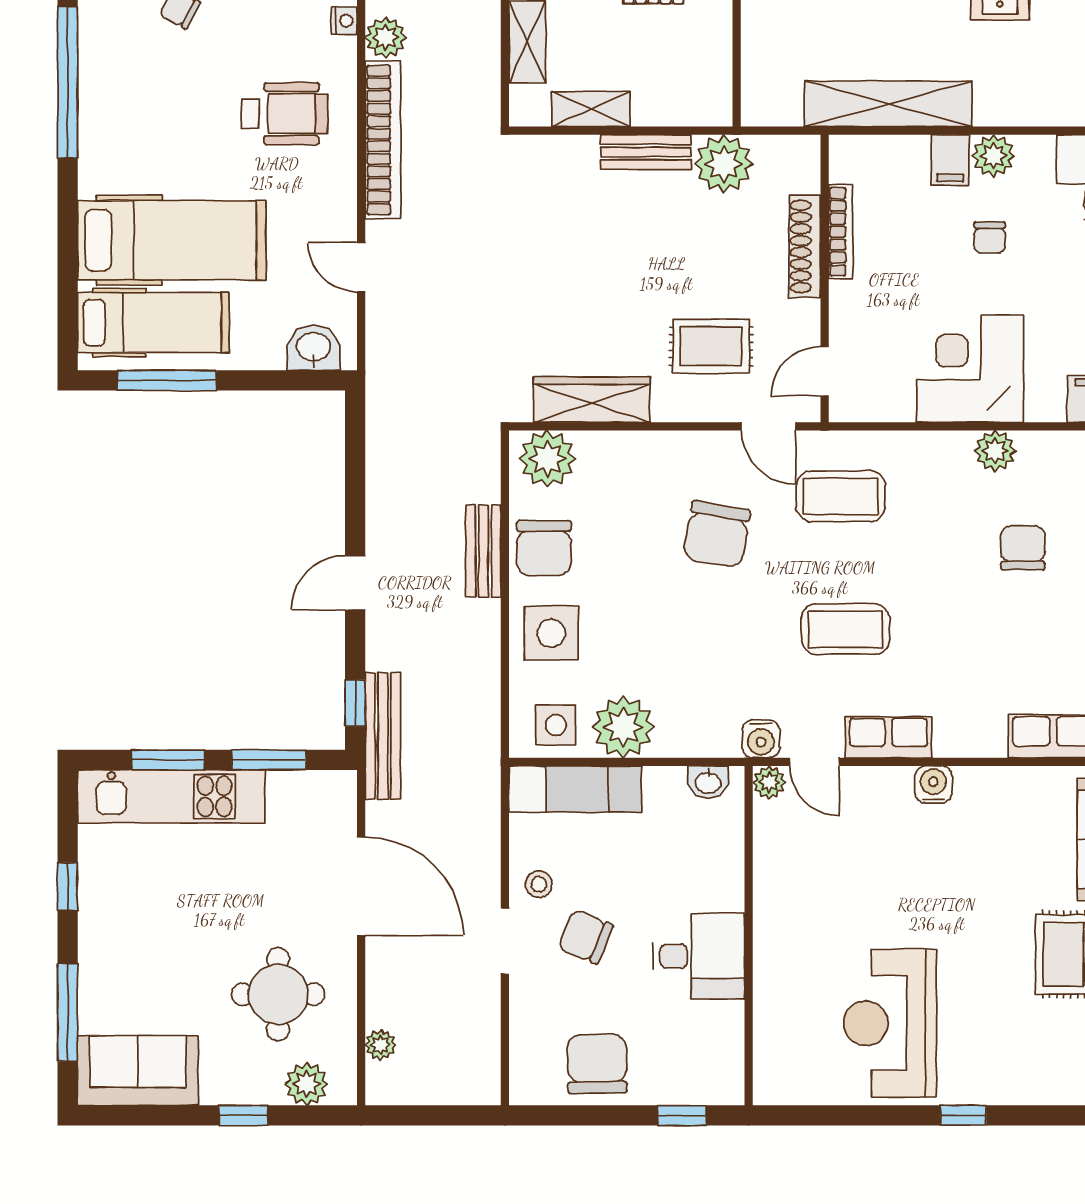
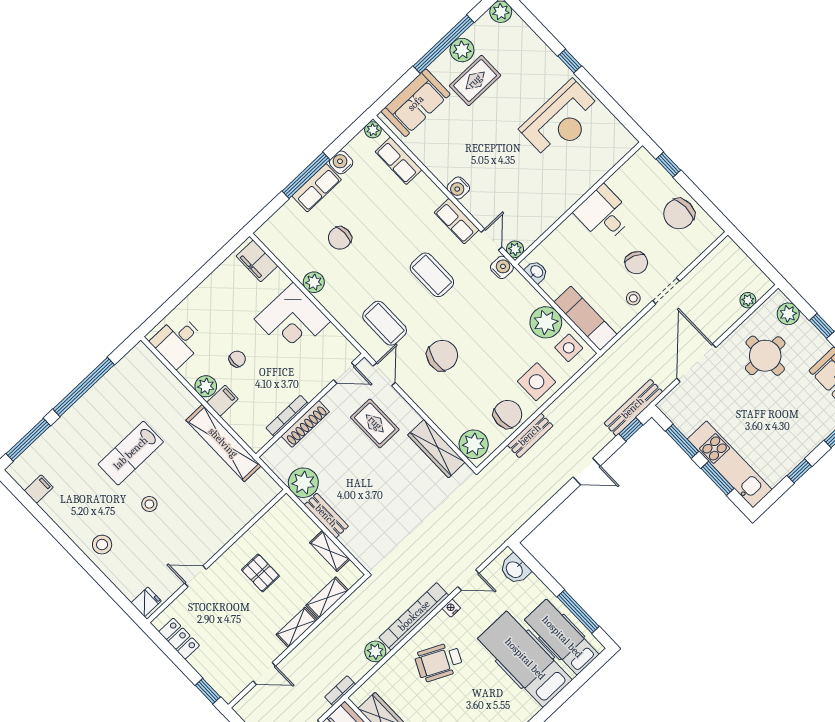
nightstand: (344, 21) -> (451, 608), moved
wheelchair: (285, 114) -> (439, 662), turned -64
door: (361, 267) -> (468, 580), hinge flipped

